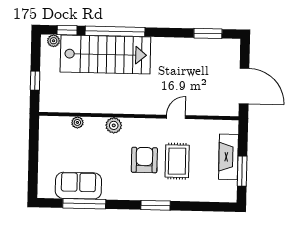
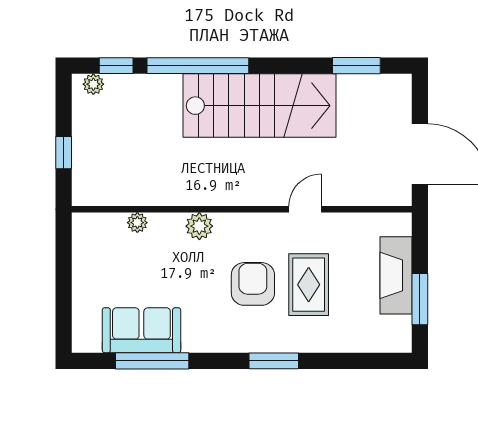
stairs: (105, 54) -> (259, 106), moved

